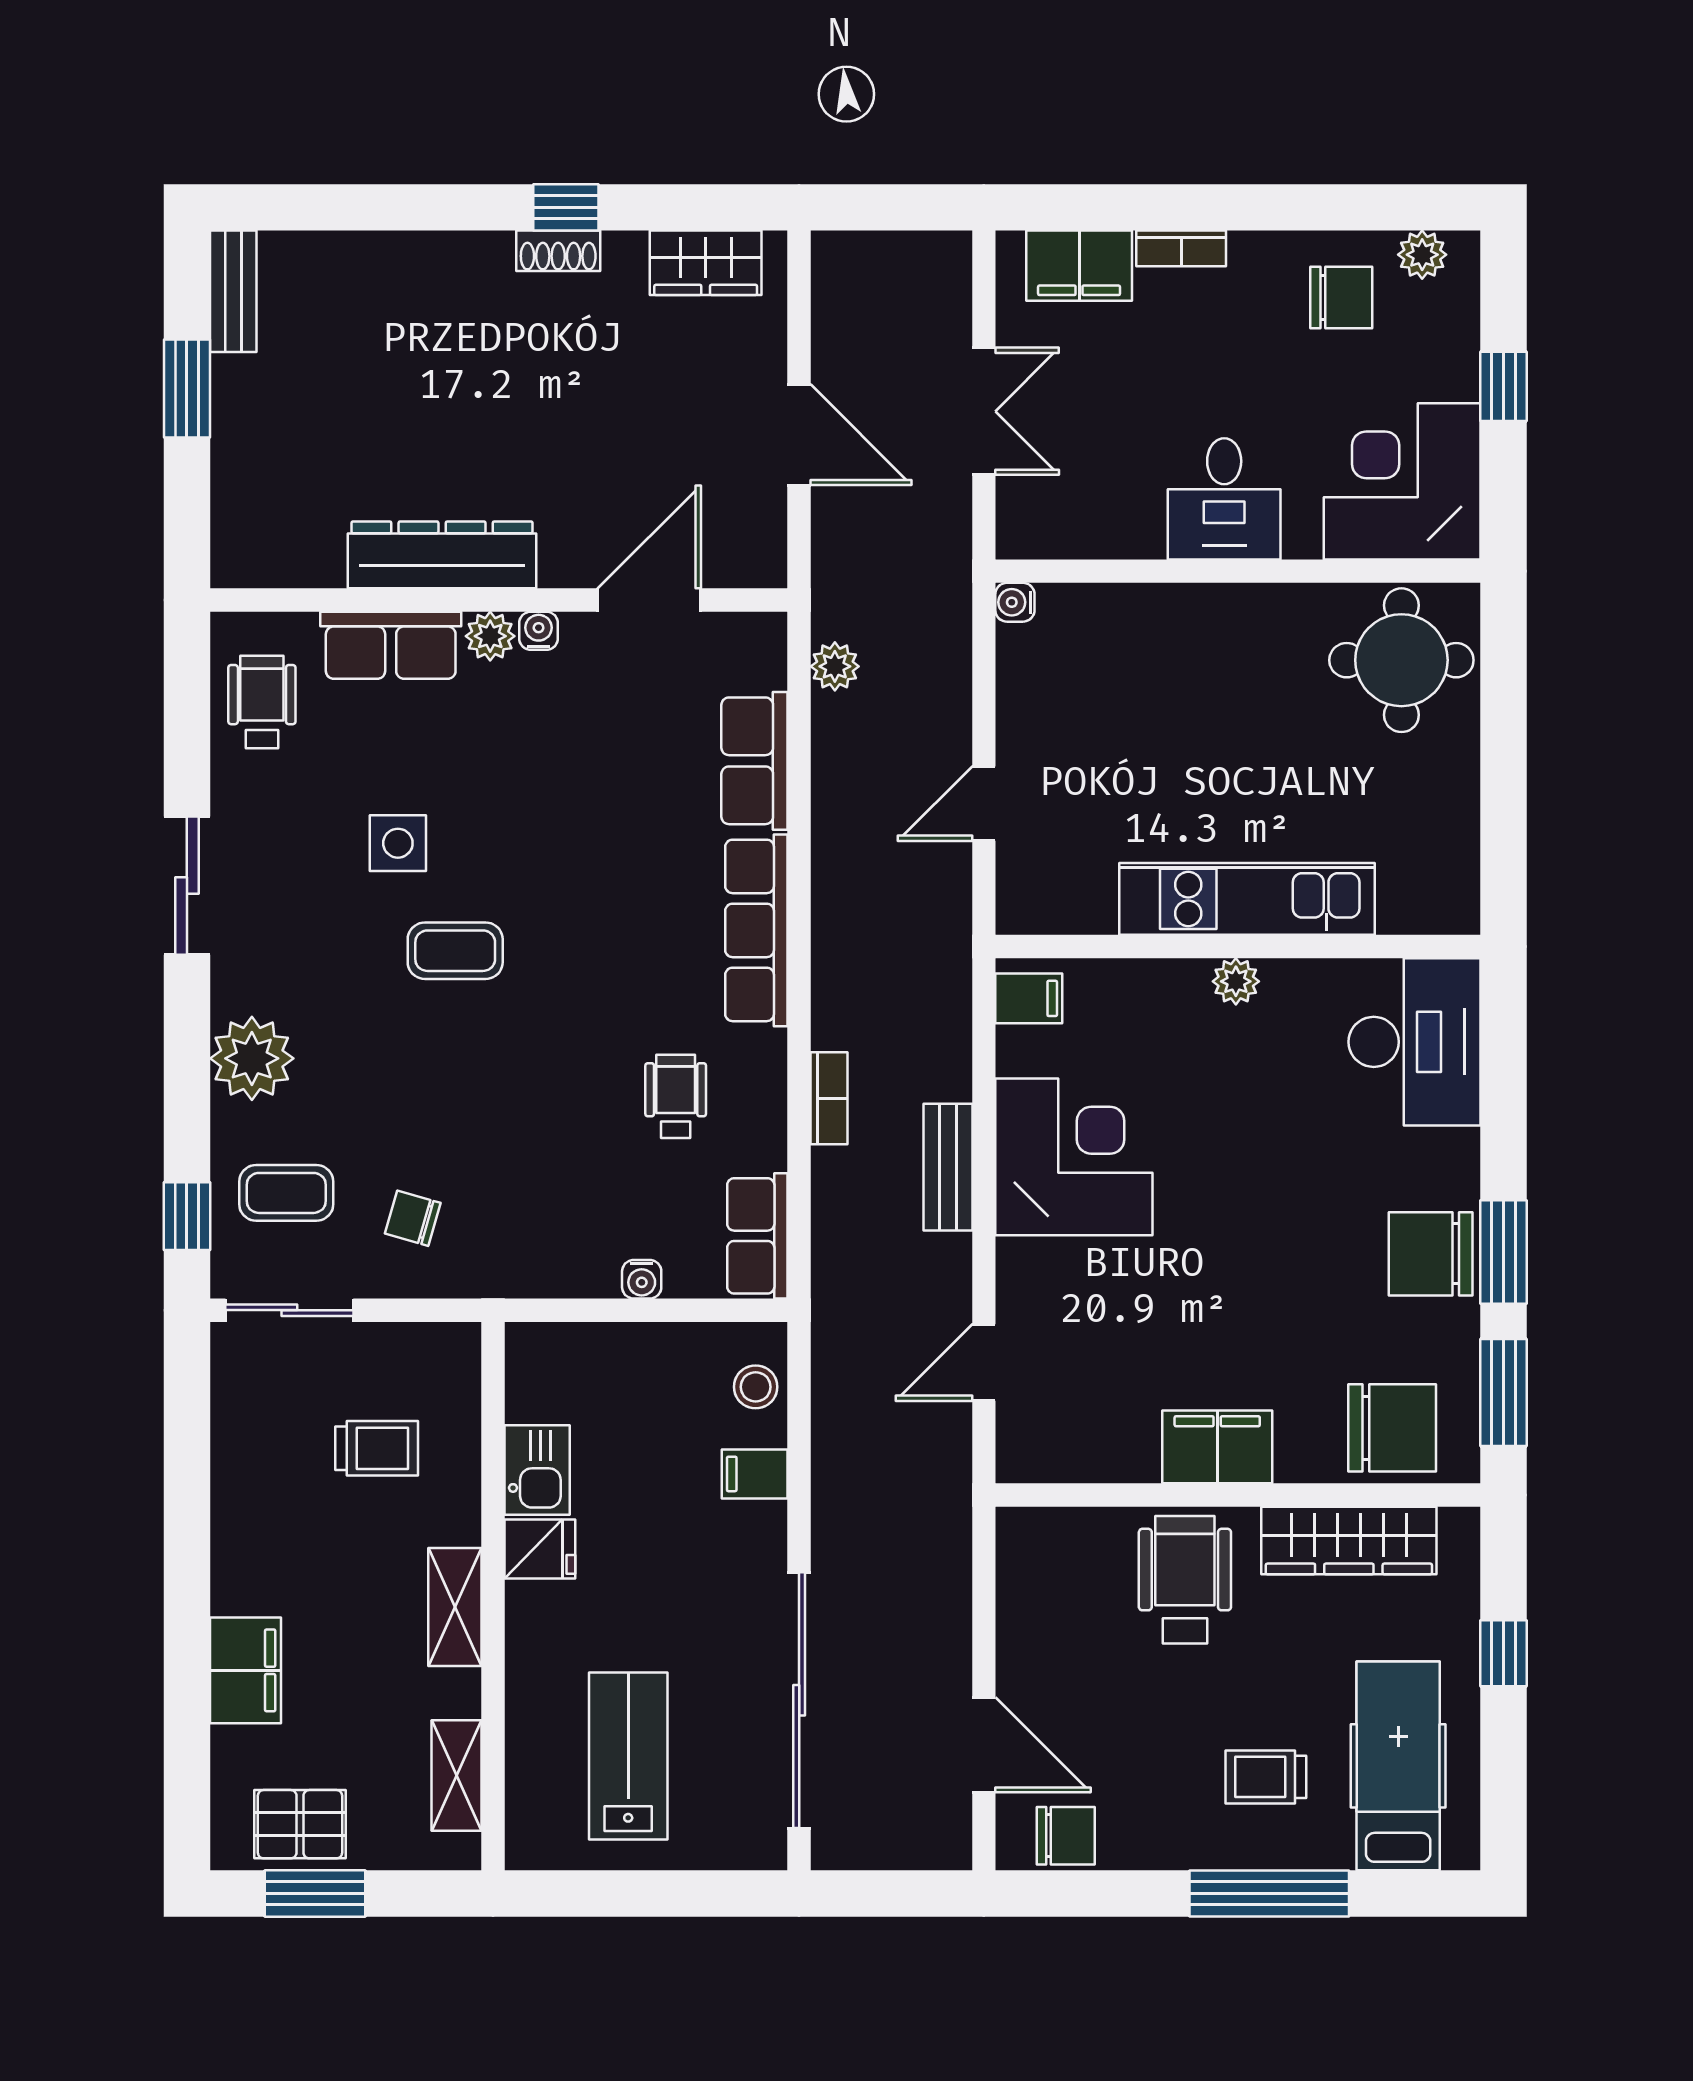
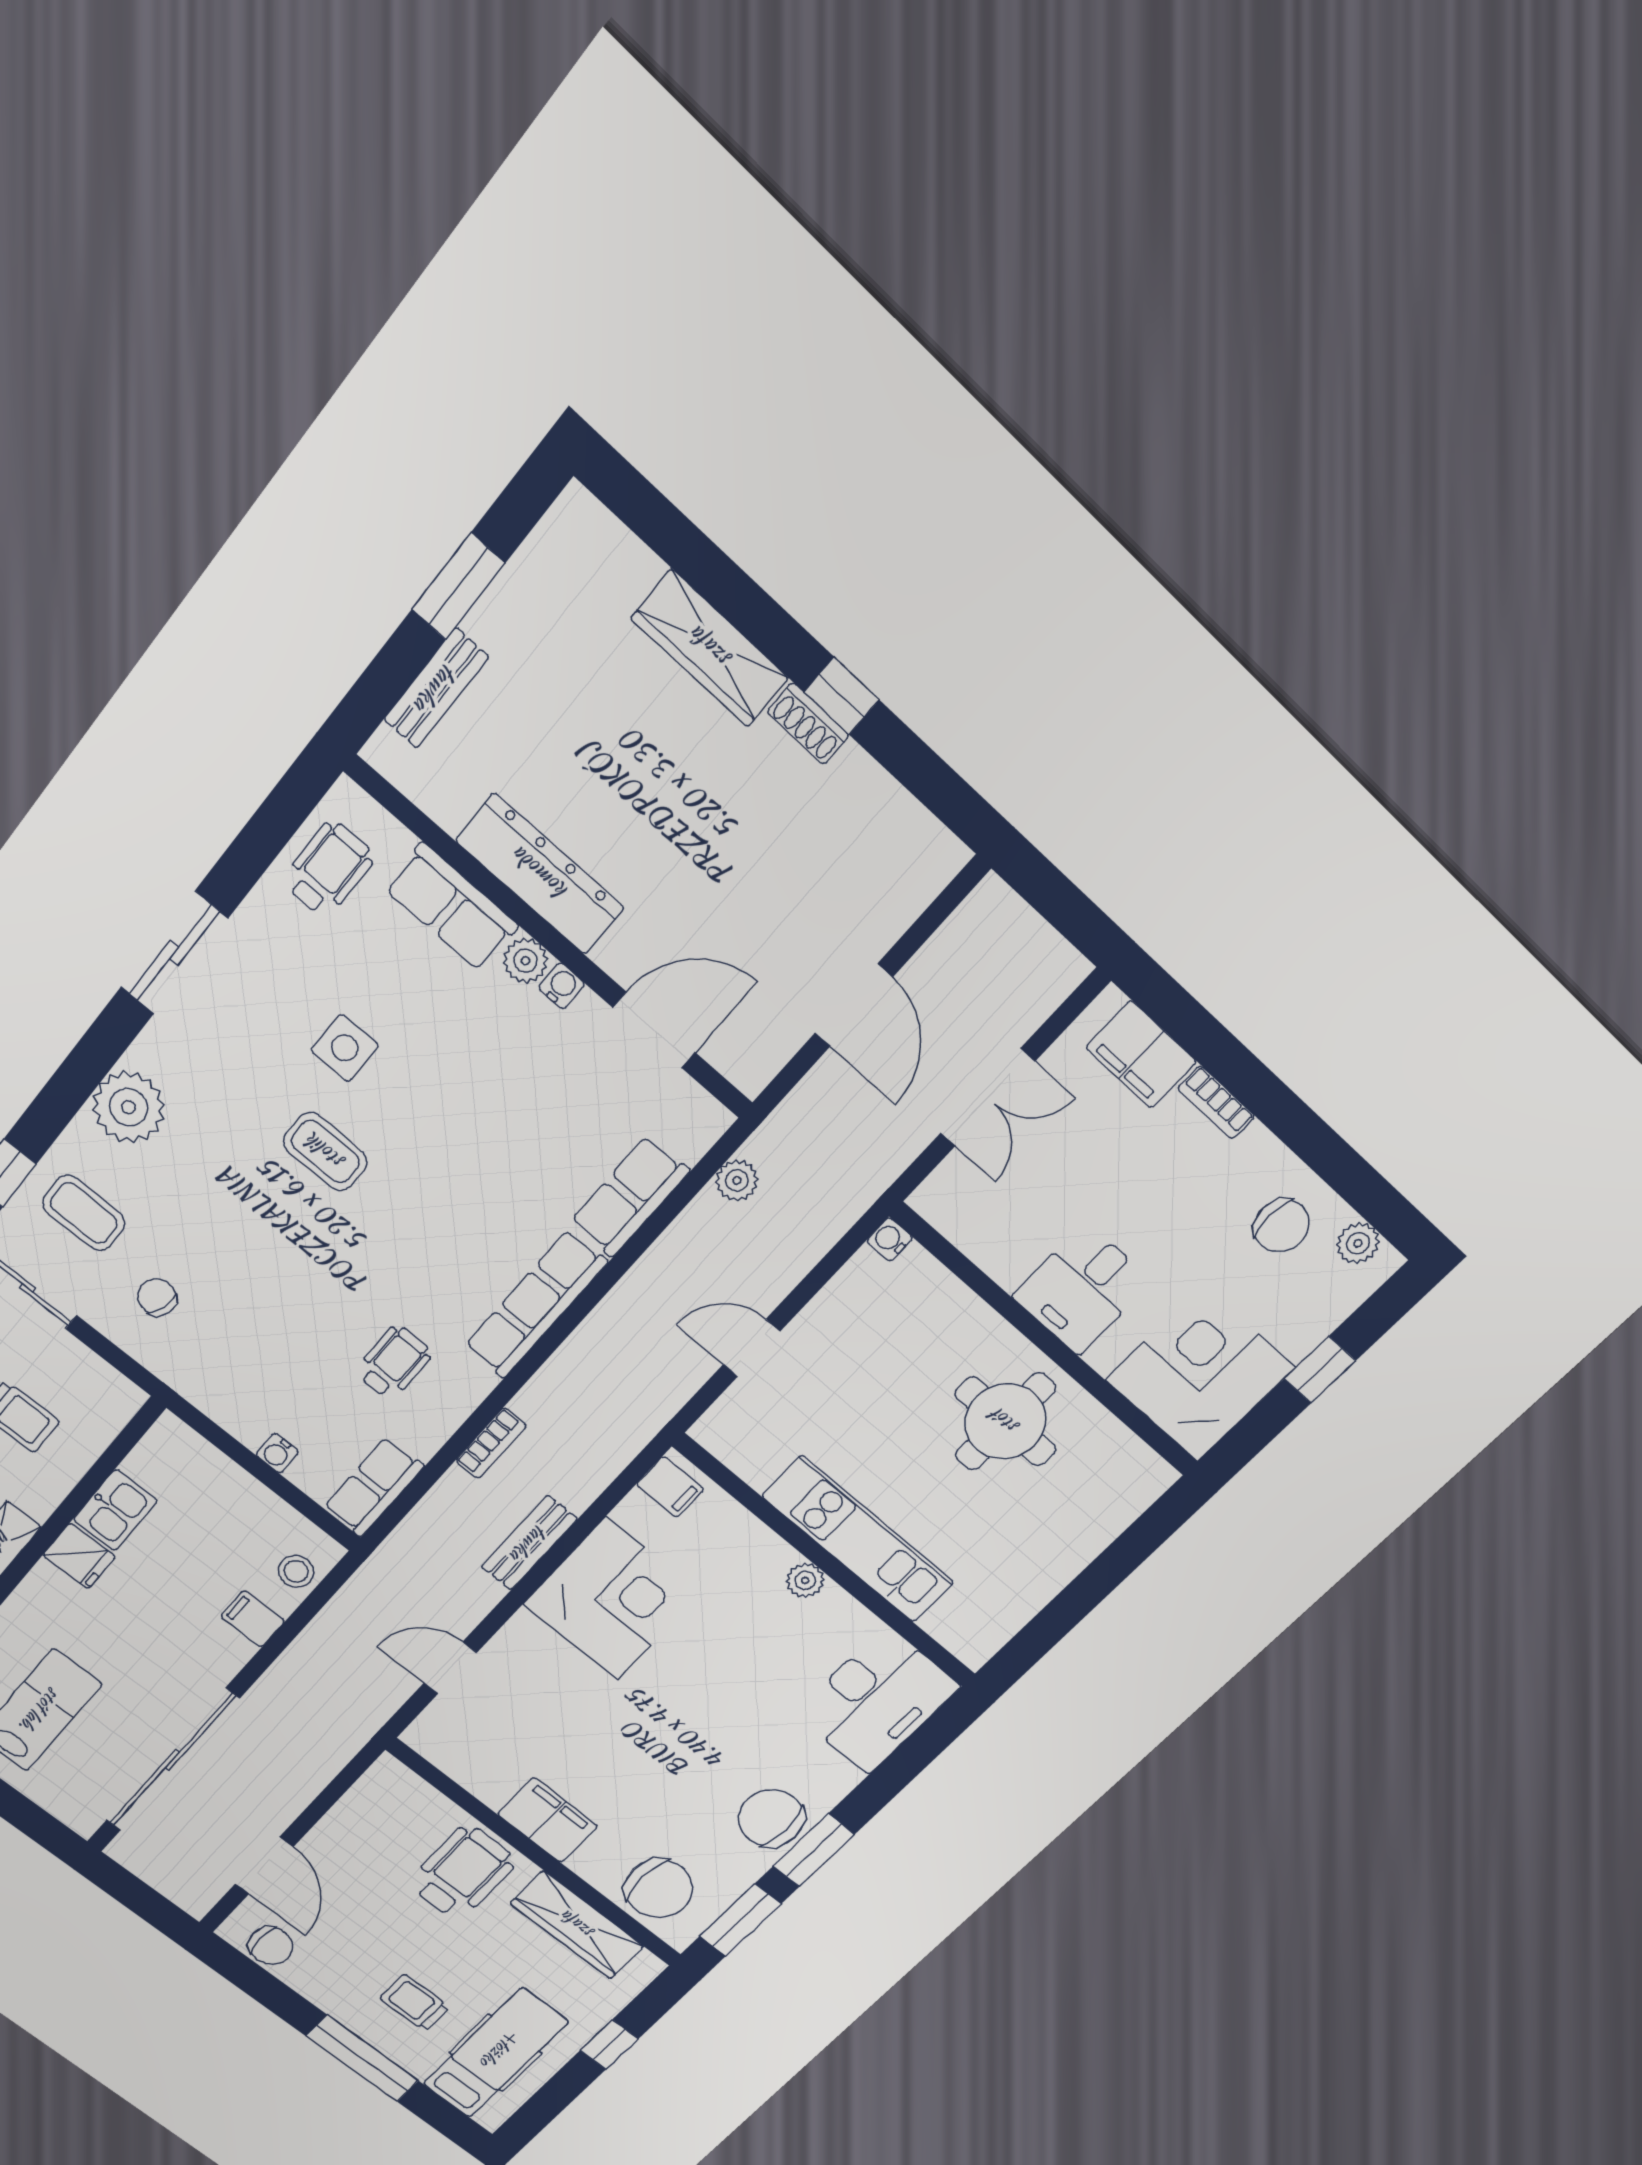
wardrobe: (706, 263) -> (710, 648), moved, width x1.50
bench: (233, 291) -> (436, 688), moved
round table: (1401, 660) -> (1005, 1422), moved

